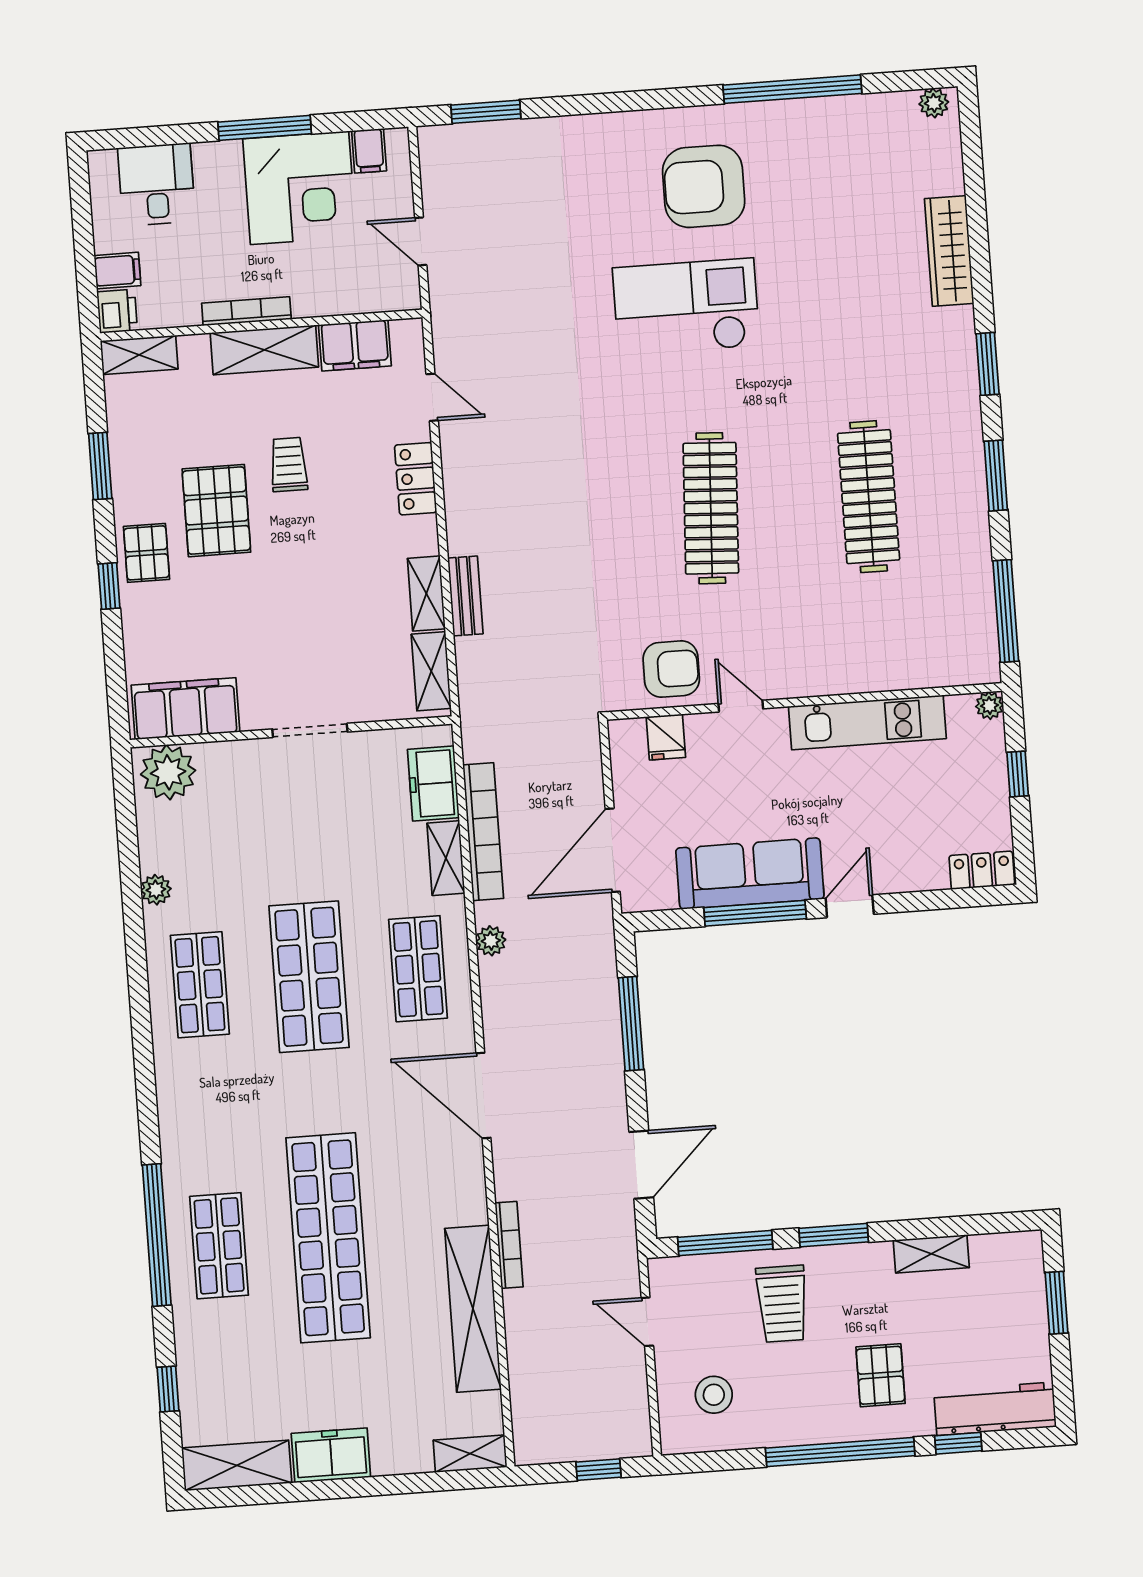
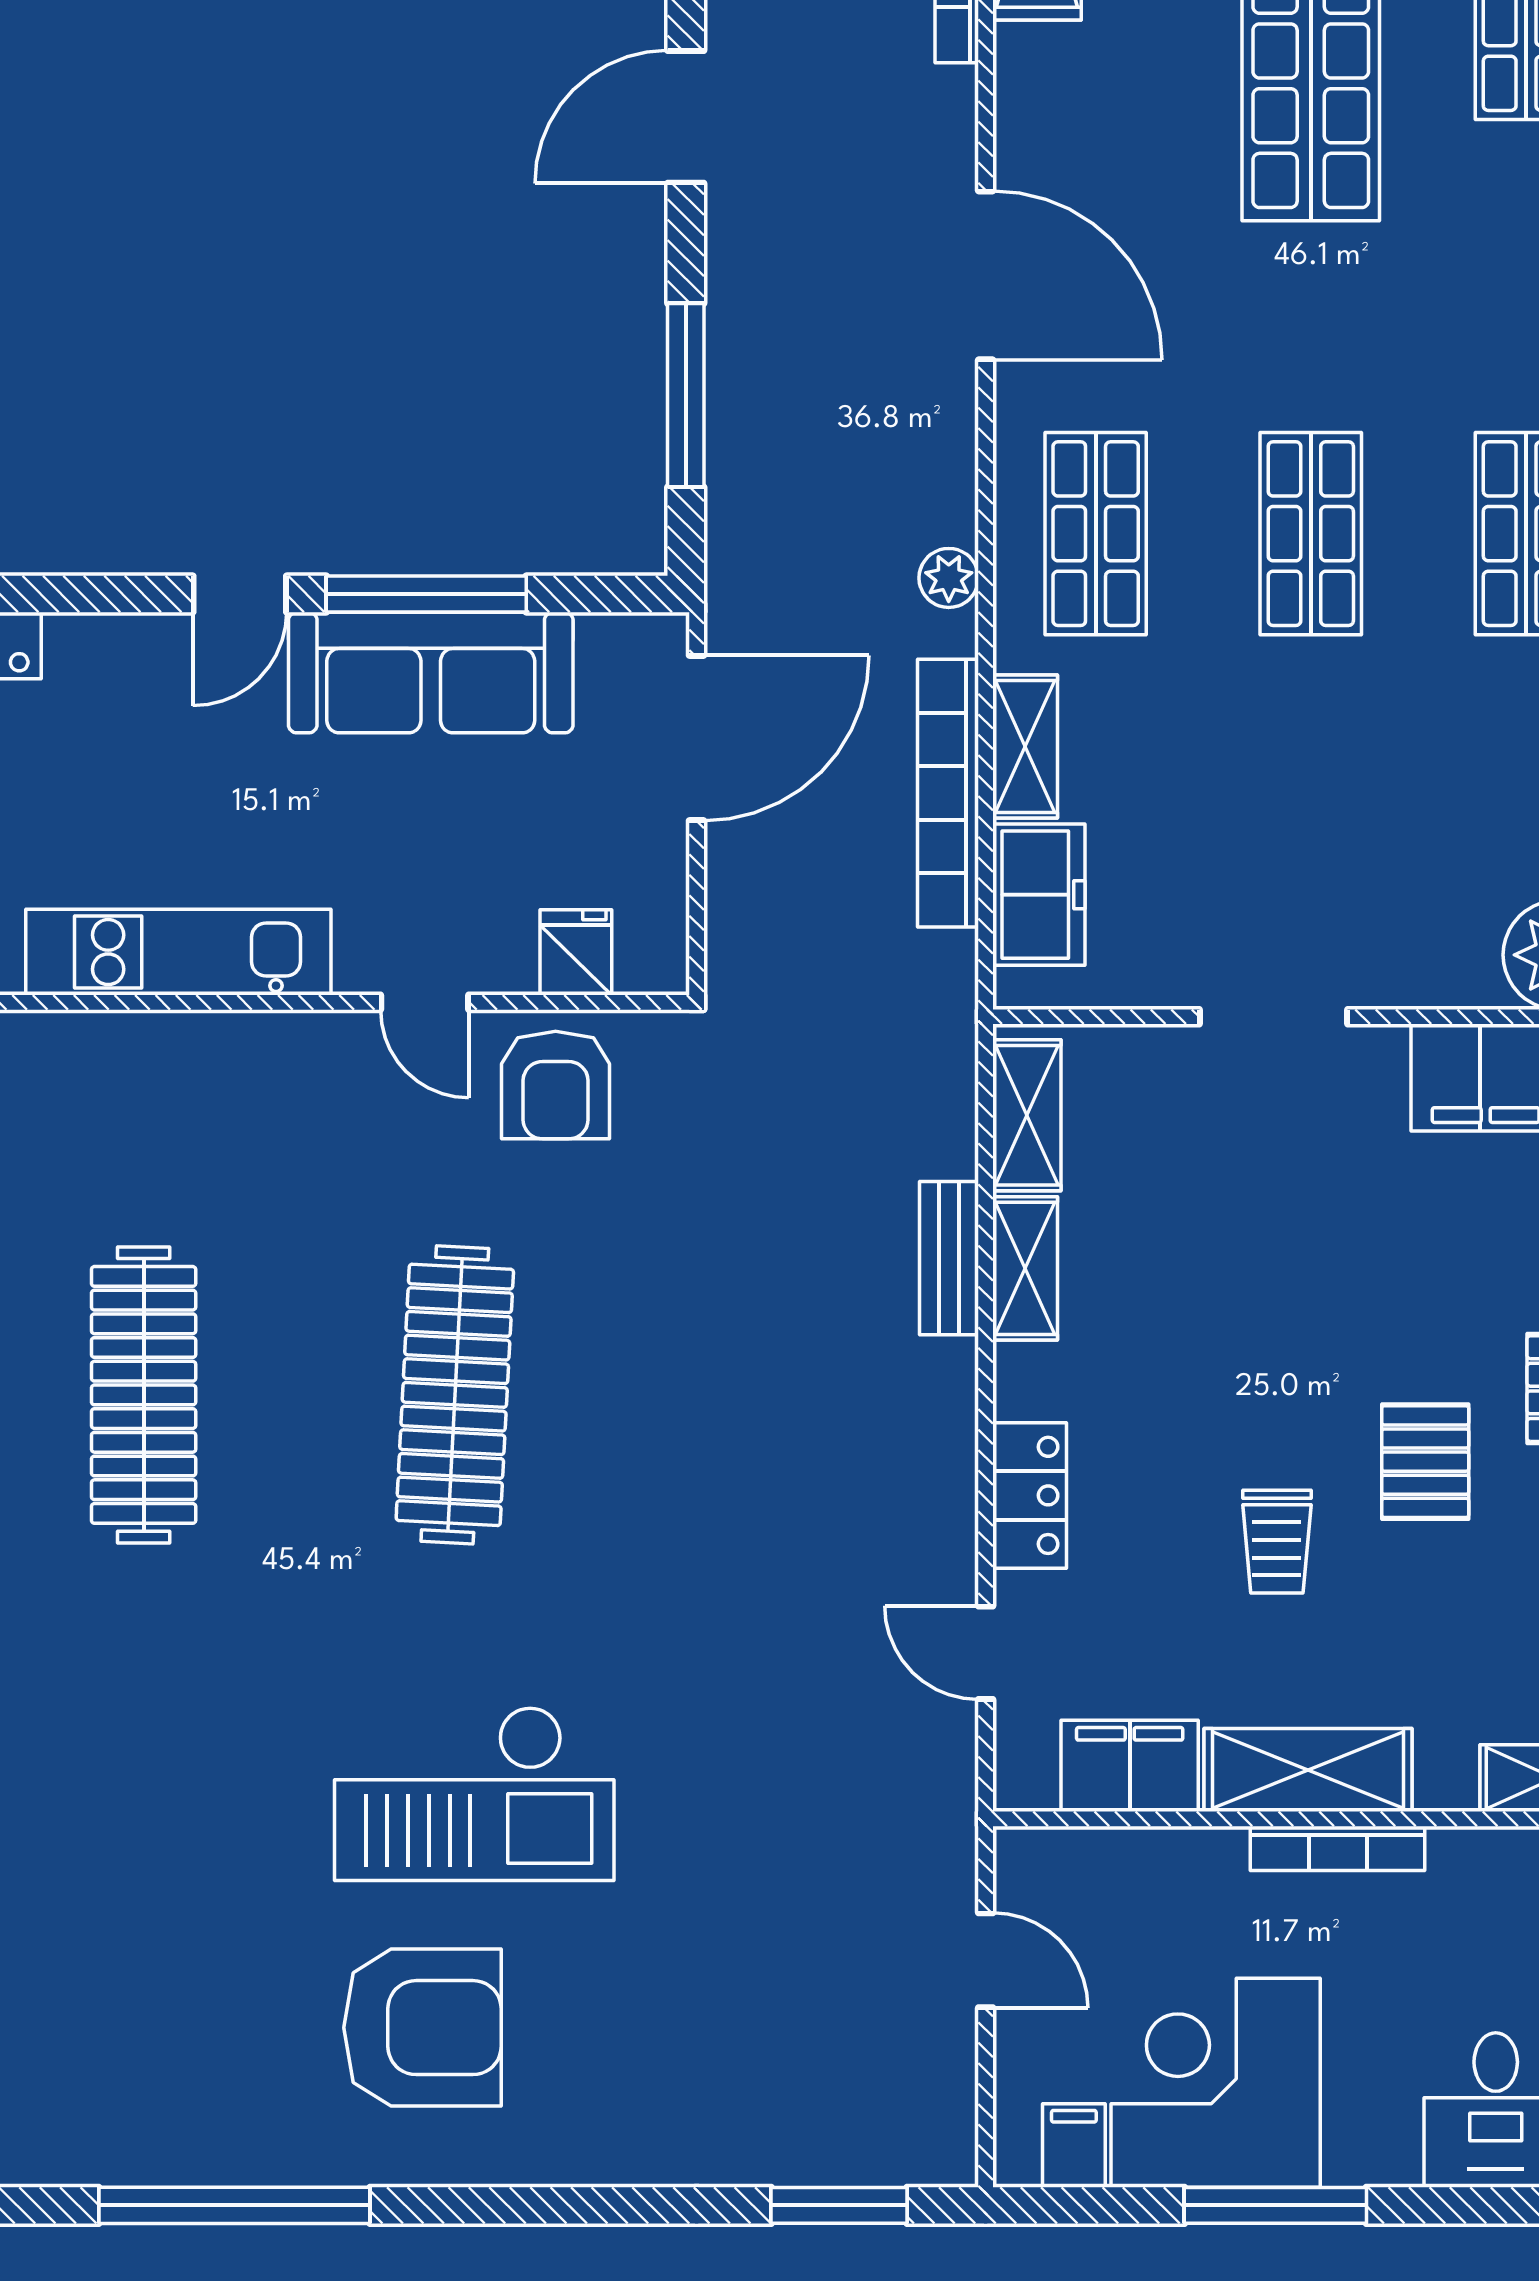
pallet: (216, 511) -> (1425, 1462), width x0.67, depth x0.71
armchair: (671, 669) -> (556, 1085), turned -90
shop shelf: (309, 977) -> (1311, 534), width x0.70, depth x0.74

